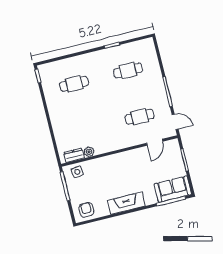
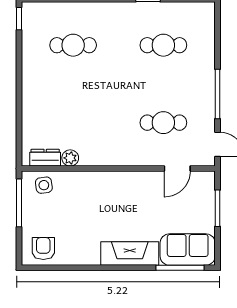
fireplace: (126, 203) -> (130, 254), moved

